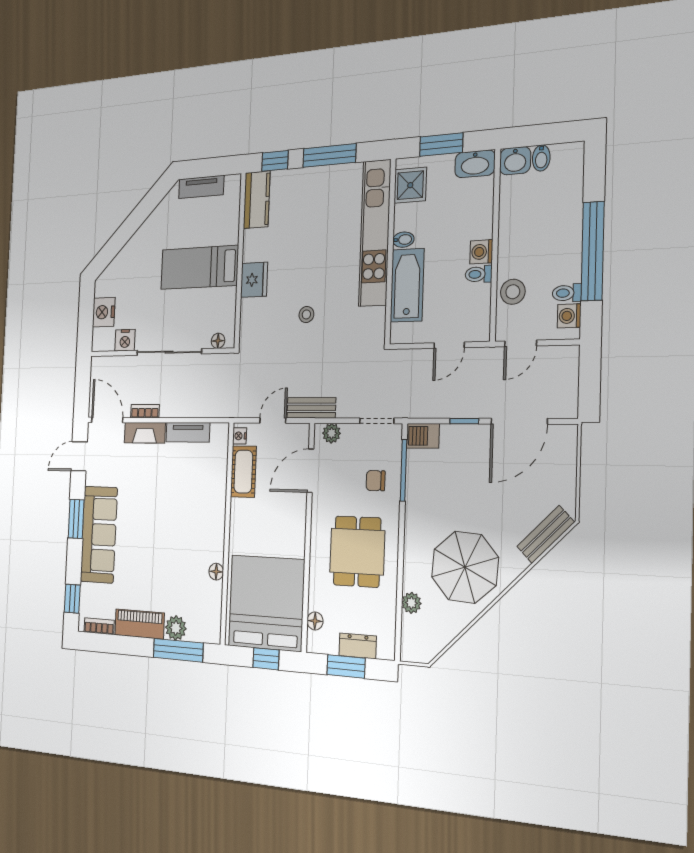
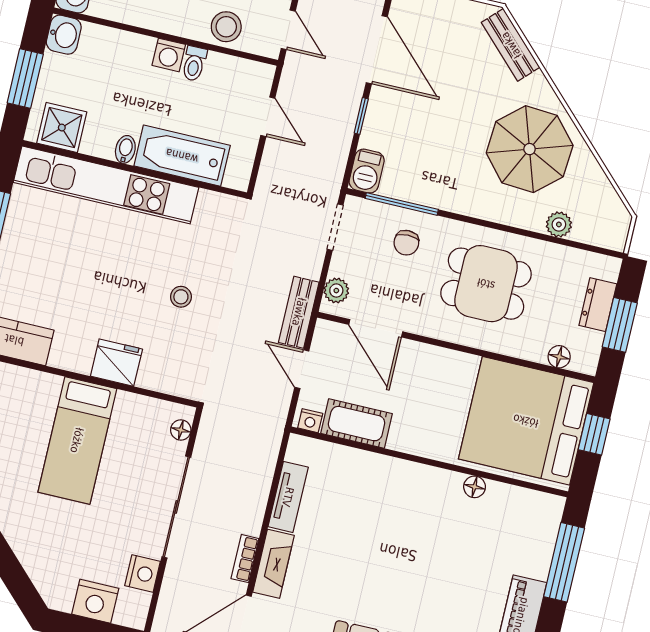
washbasin: (475, 164) -> (64, 35), width x0.72
plant: (176, 628) -> (535, 561), removed

